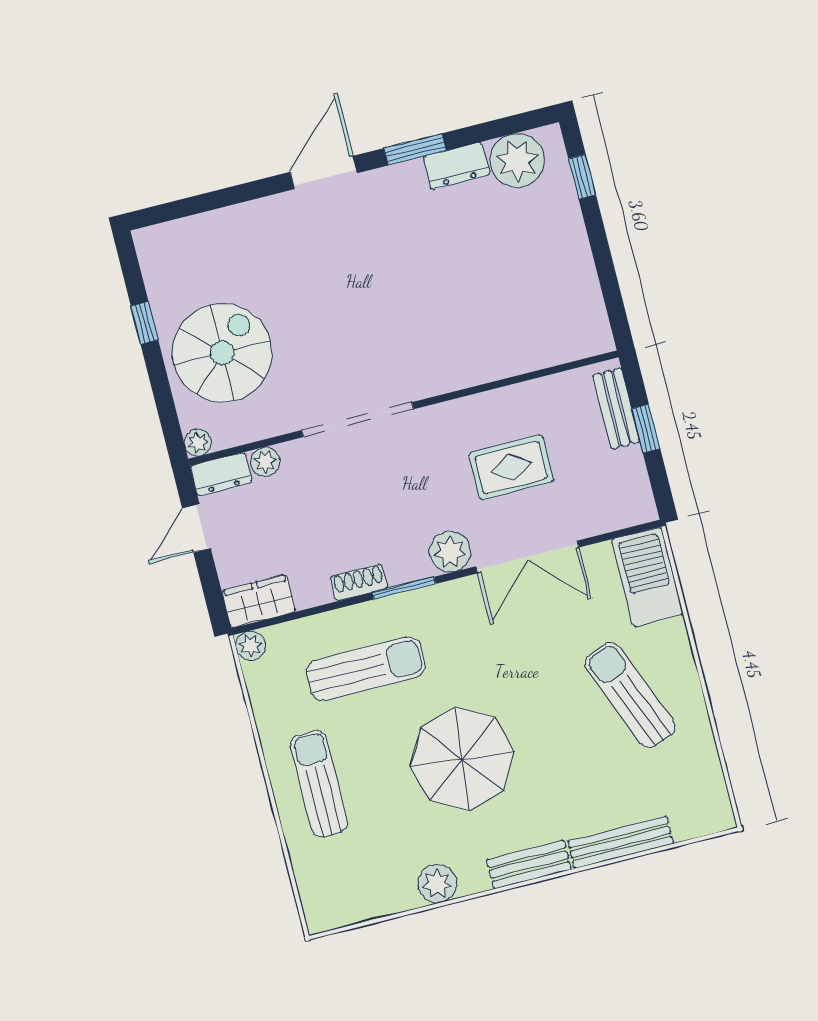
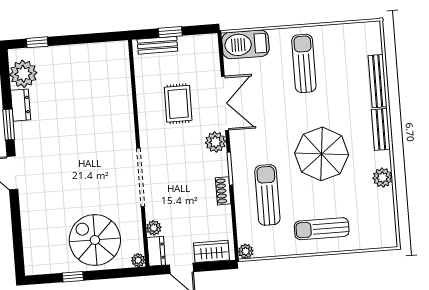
wardrobe: (259, 601) -> (211, 251), moved, turned 90
sun lounger: (630, 695) -> (304, 63), turned 112

